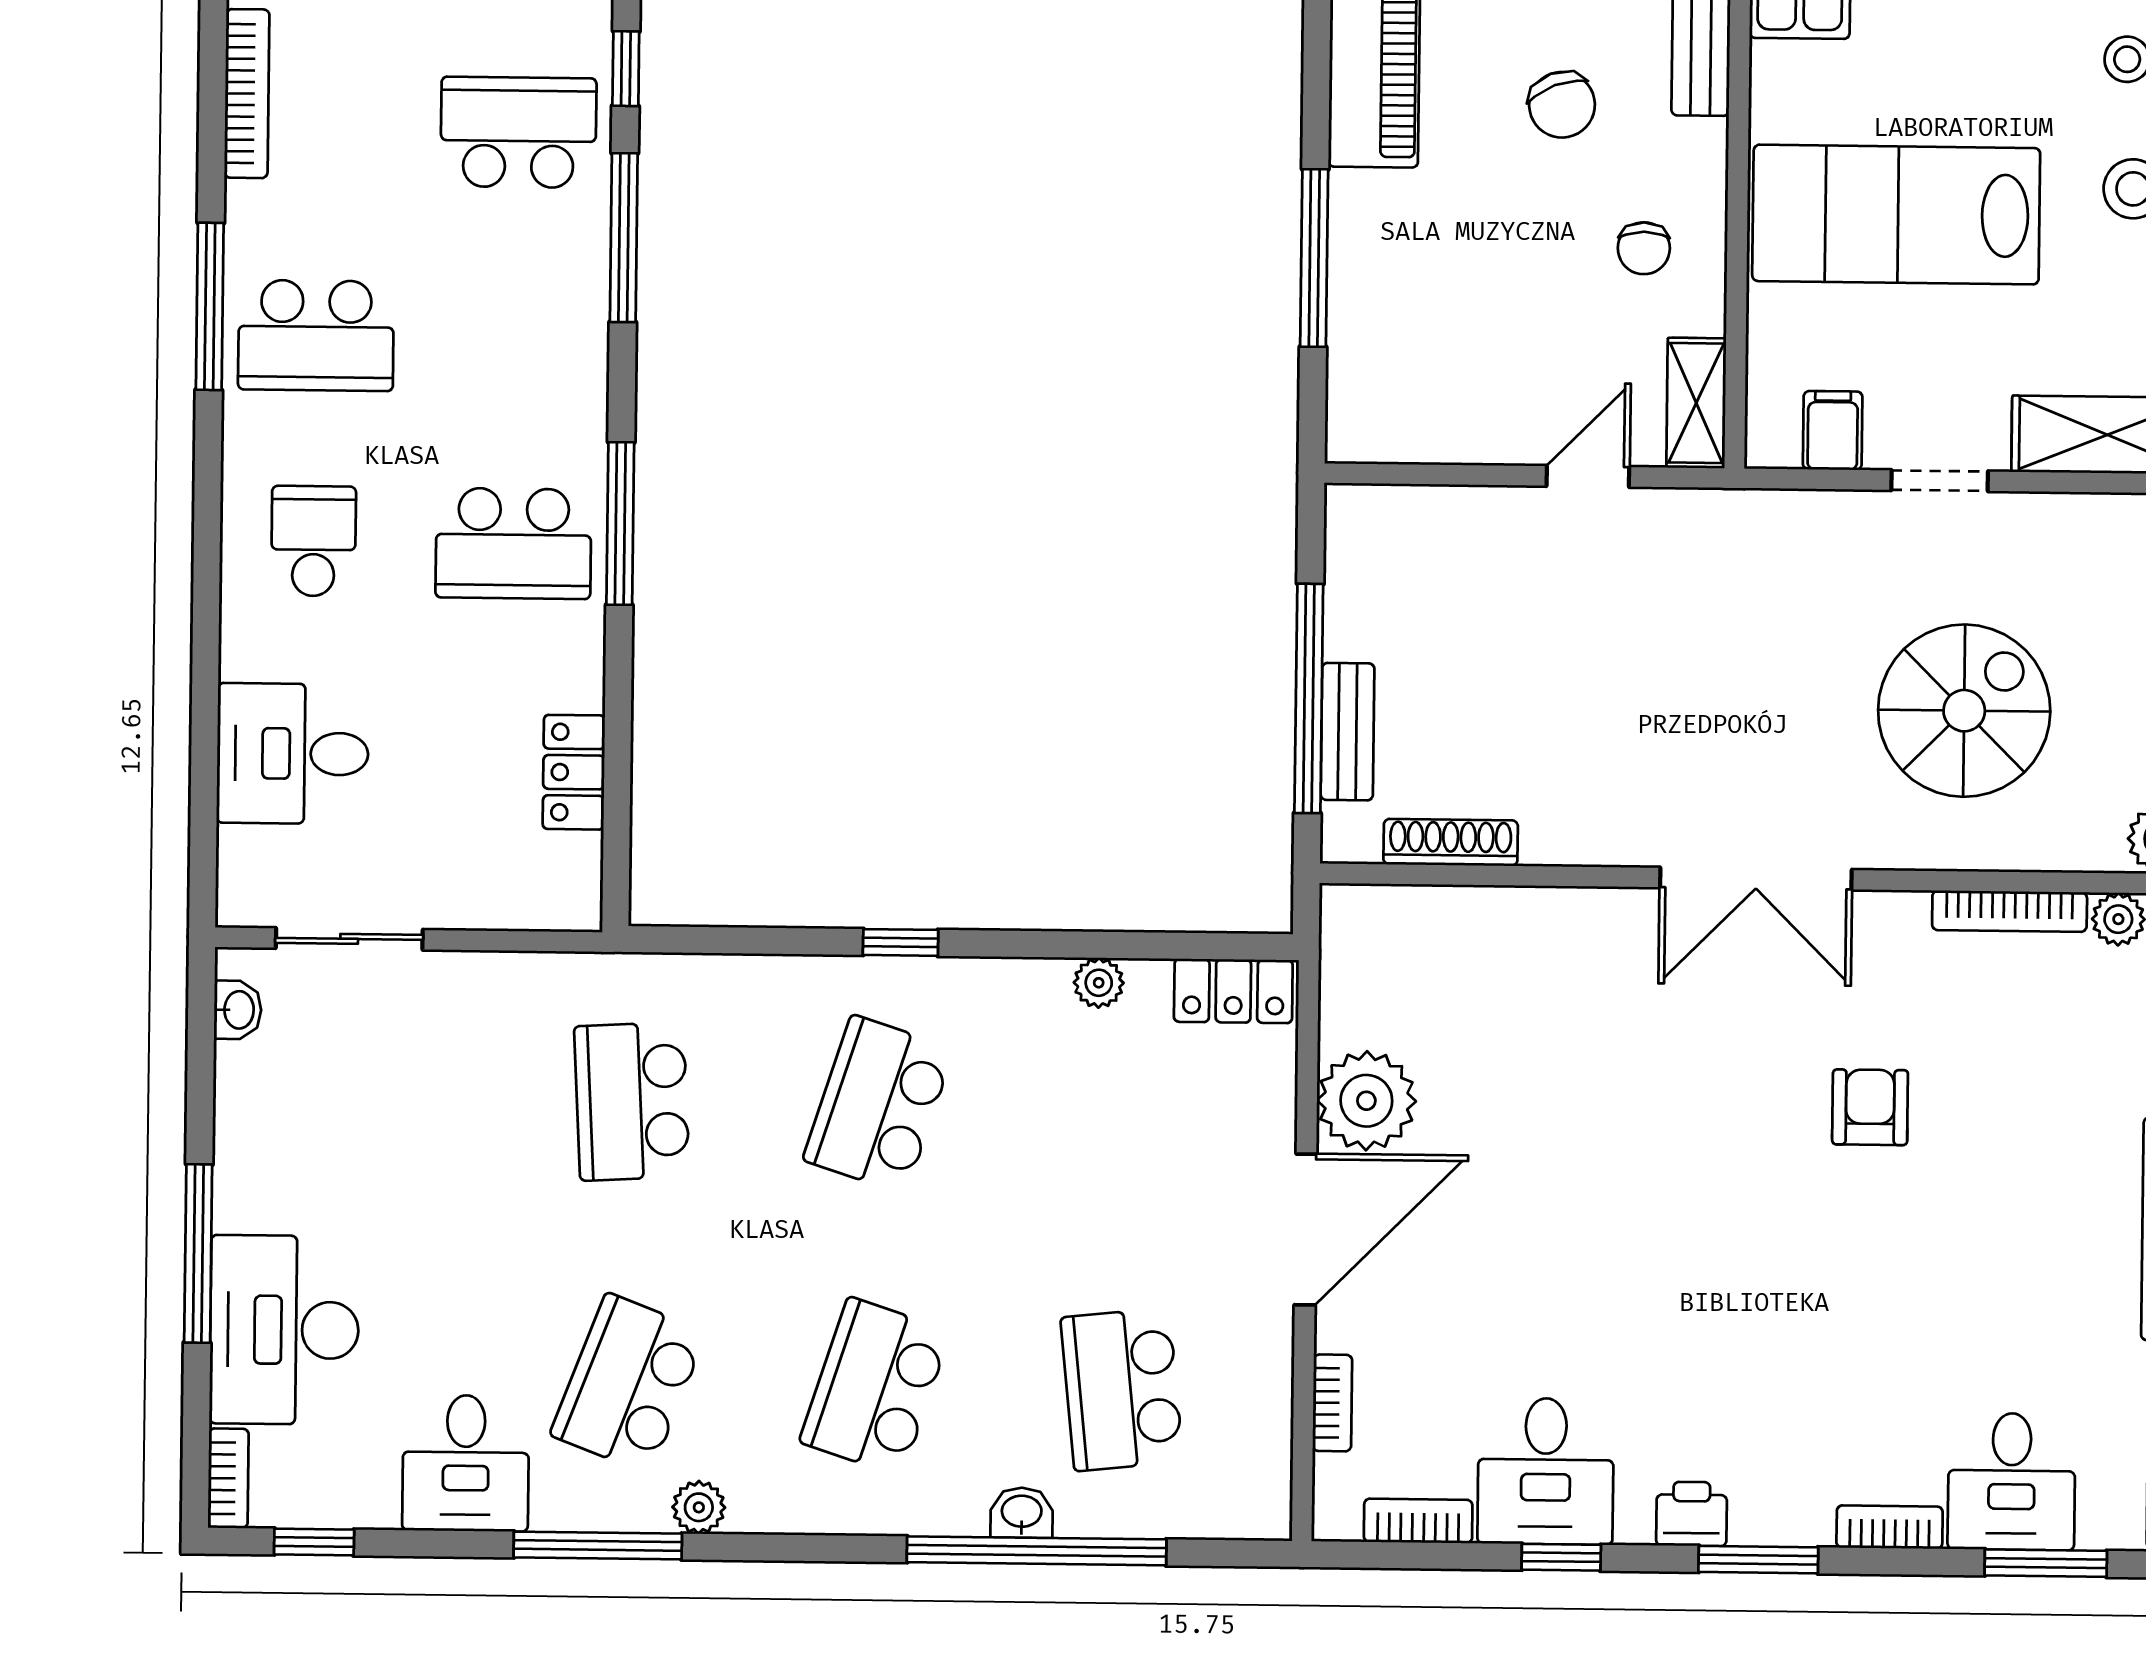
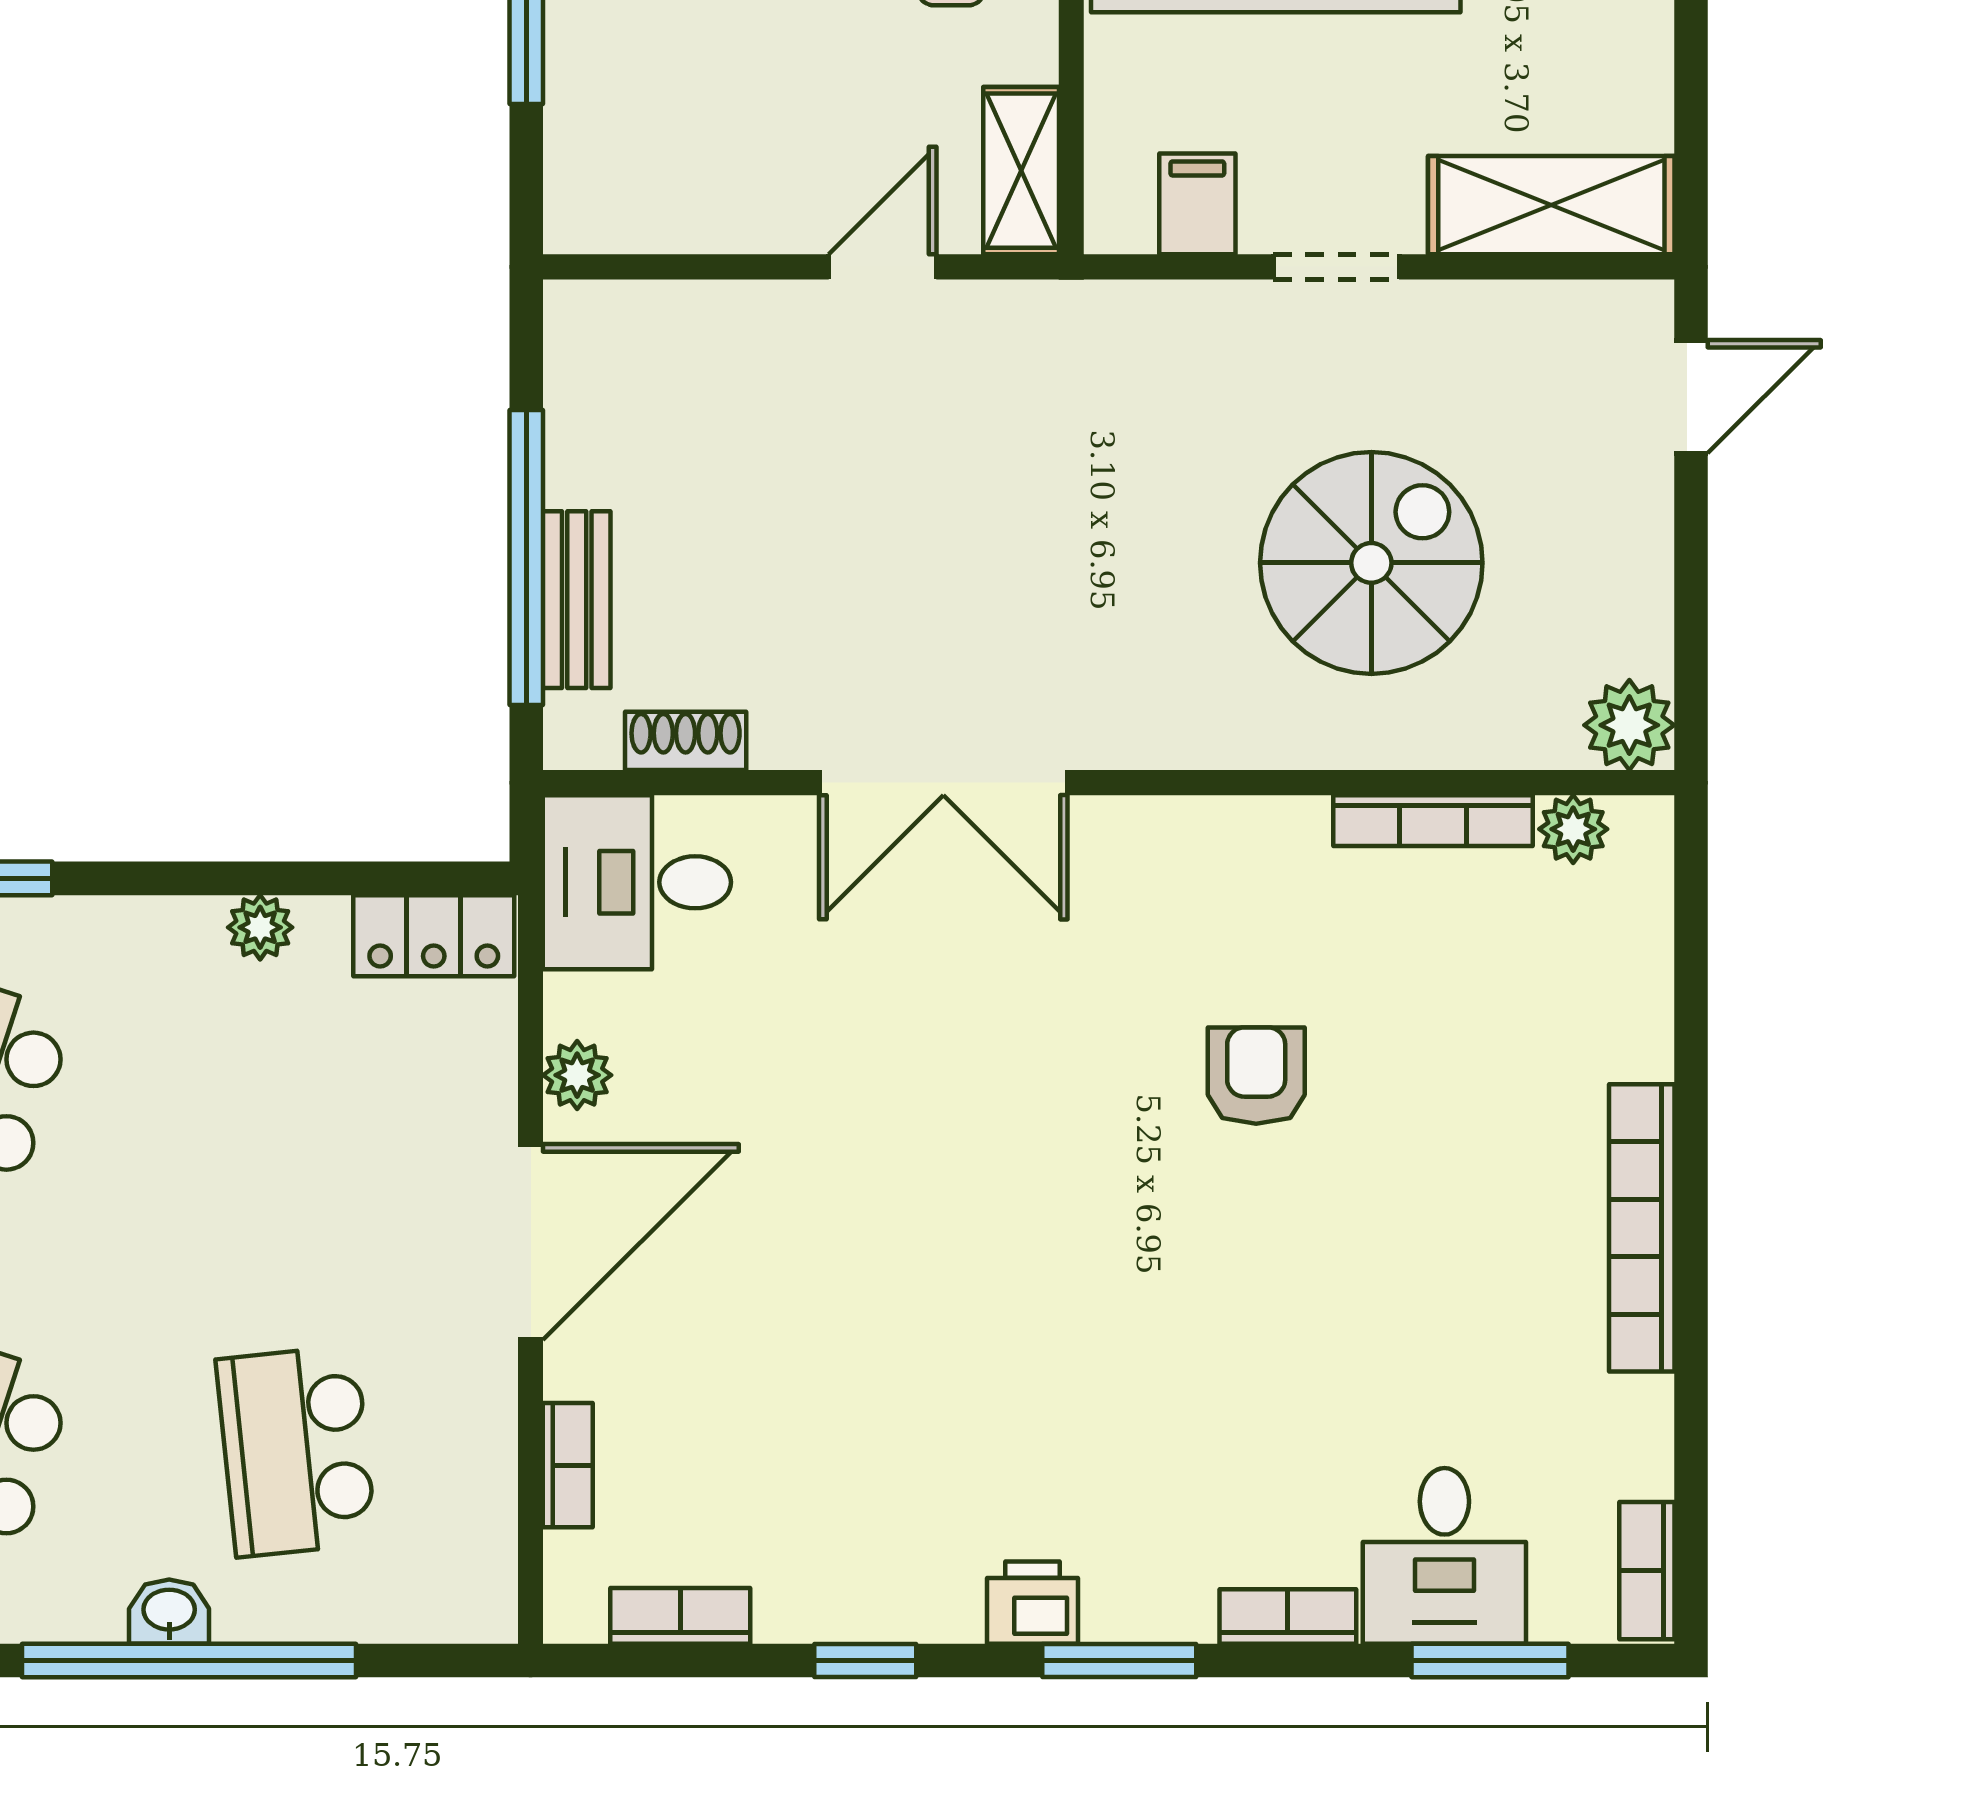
shoe rack: (1451, 842) -> (686, 741), width x0.70
double door: (1756, 879) -> (943, 783), moved
plant: (1366, 1101) -> (577, 1075), width x0.53, depth x0.53
desk: (1546, 1471) -> (637, 882), moved, turned 90

